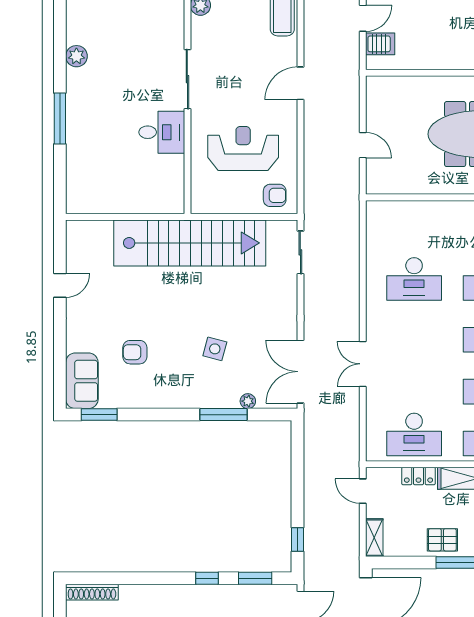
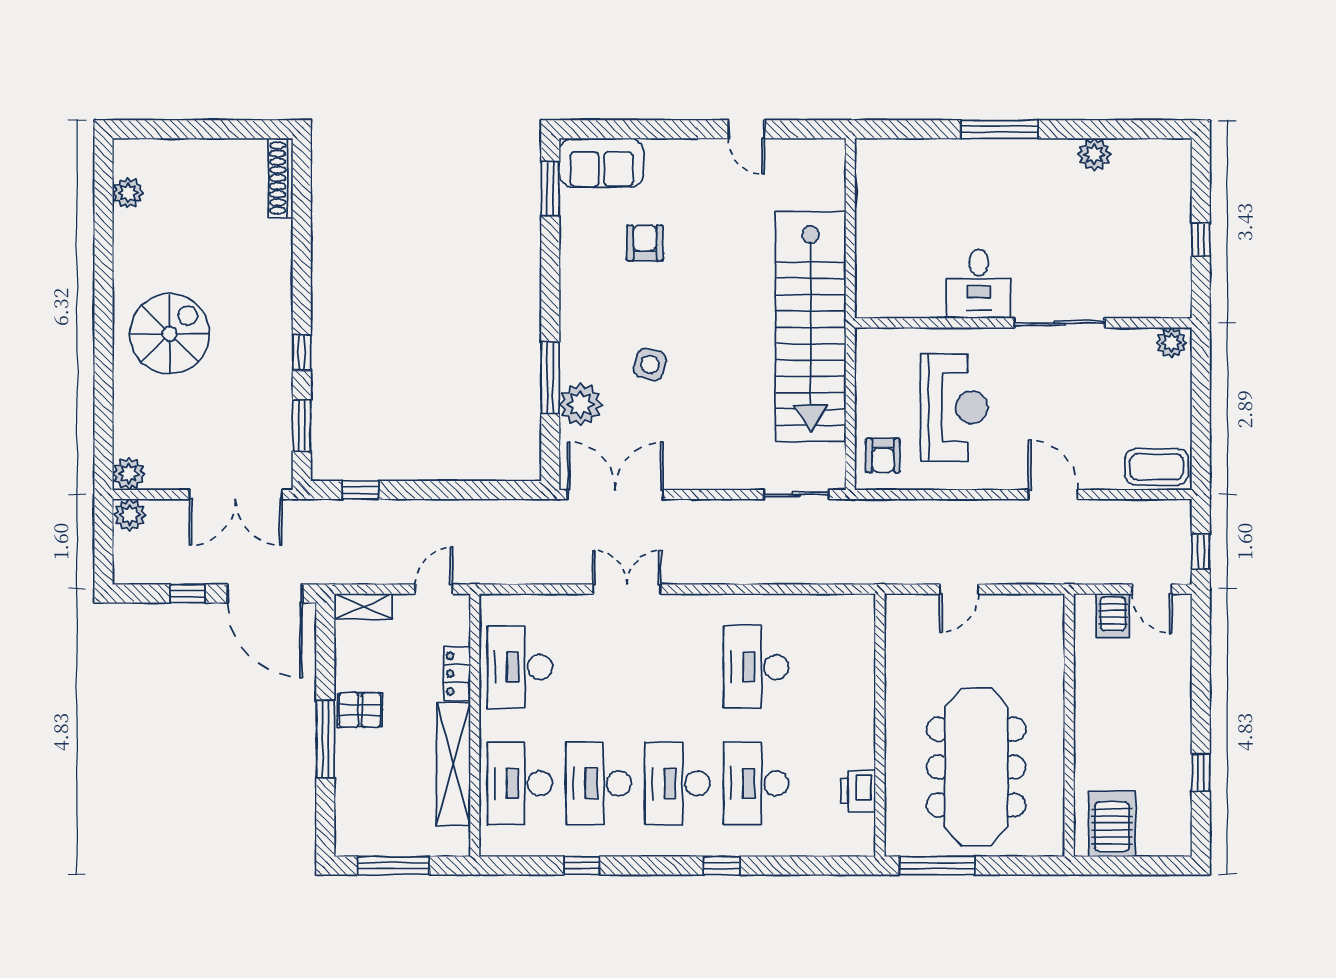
plant: (248, 401) -> (581, 404), width x1.88, depth x1.88
pallet: (442, 540) -> (360, 710), turned 90

